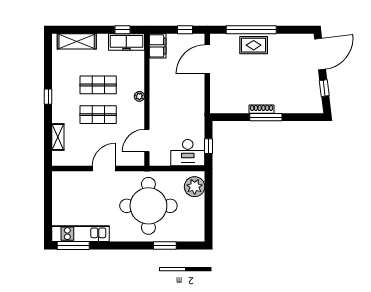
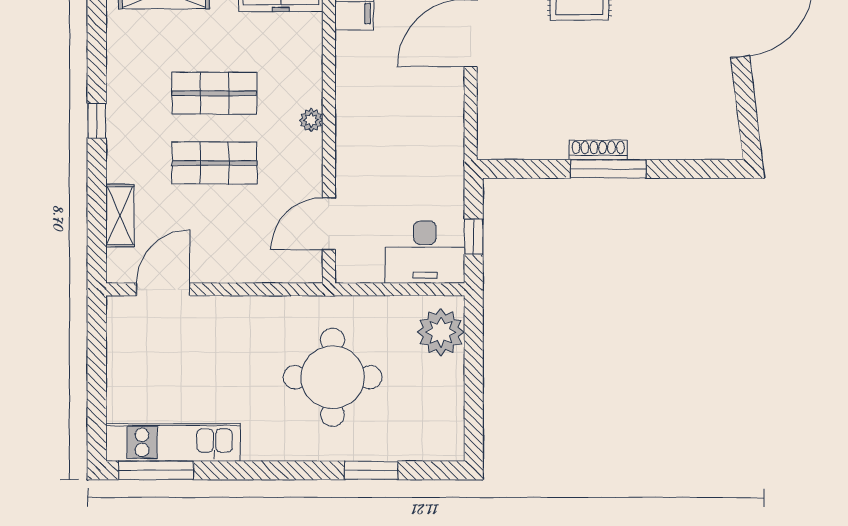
window: (324, 88) -> (745, 101), removed
door: (104, 168) -> (163, 289), moved
round table: (148, 206) -> (333, 377), width x0.73, depth x0.73

